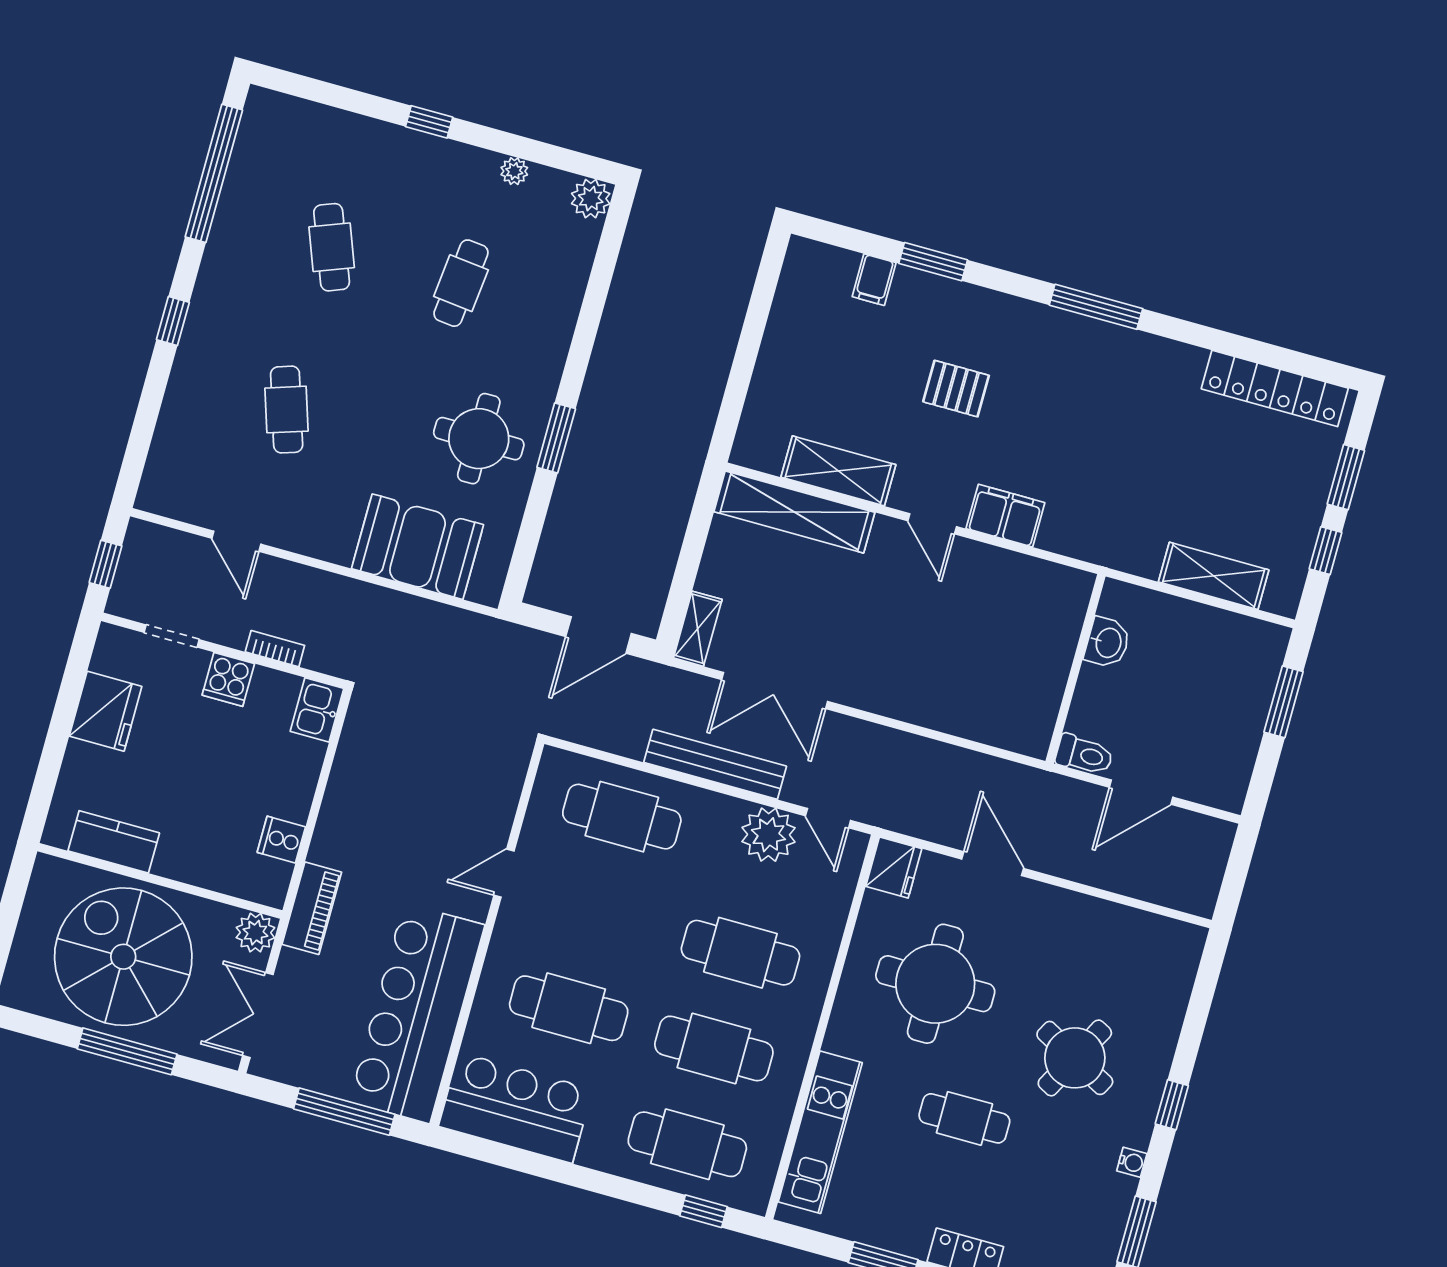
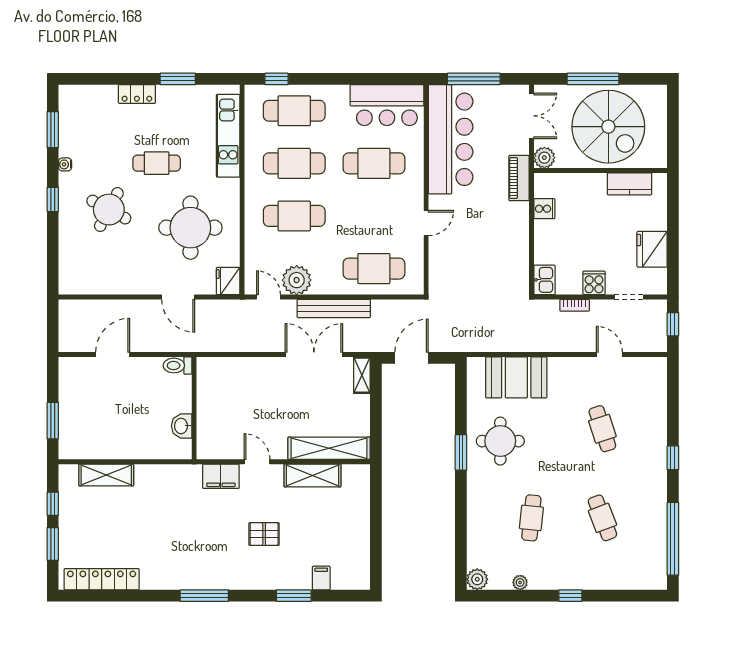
washbasin: (1107, 643) -> (182, 426), moved
wall: (1076, 669) -> (194, 408), moved
toilet: (1084, 755) -> (178, 365), moved

